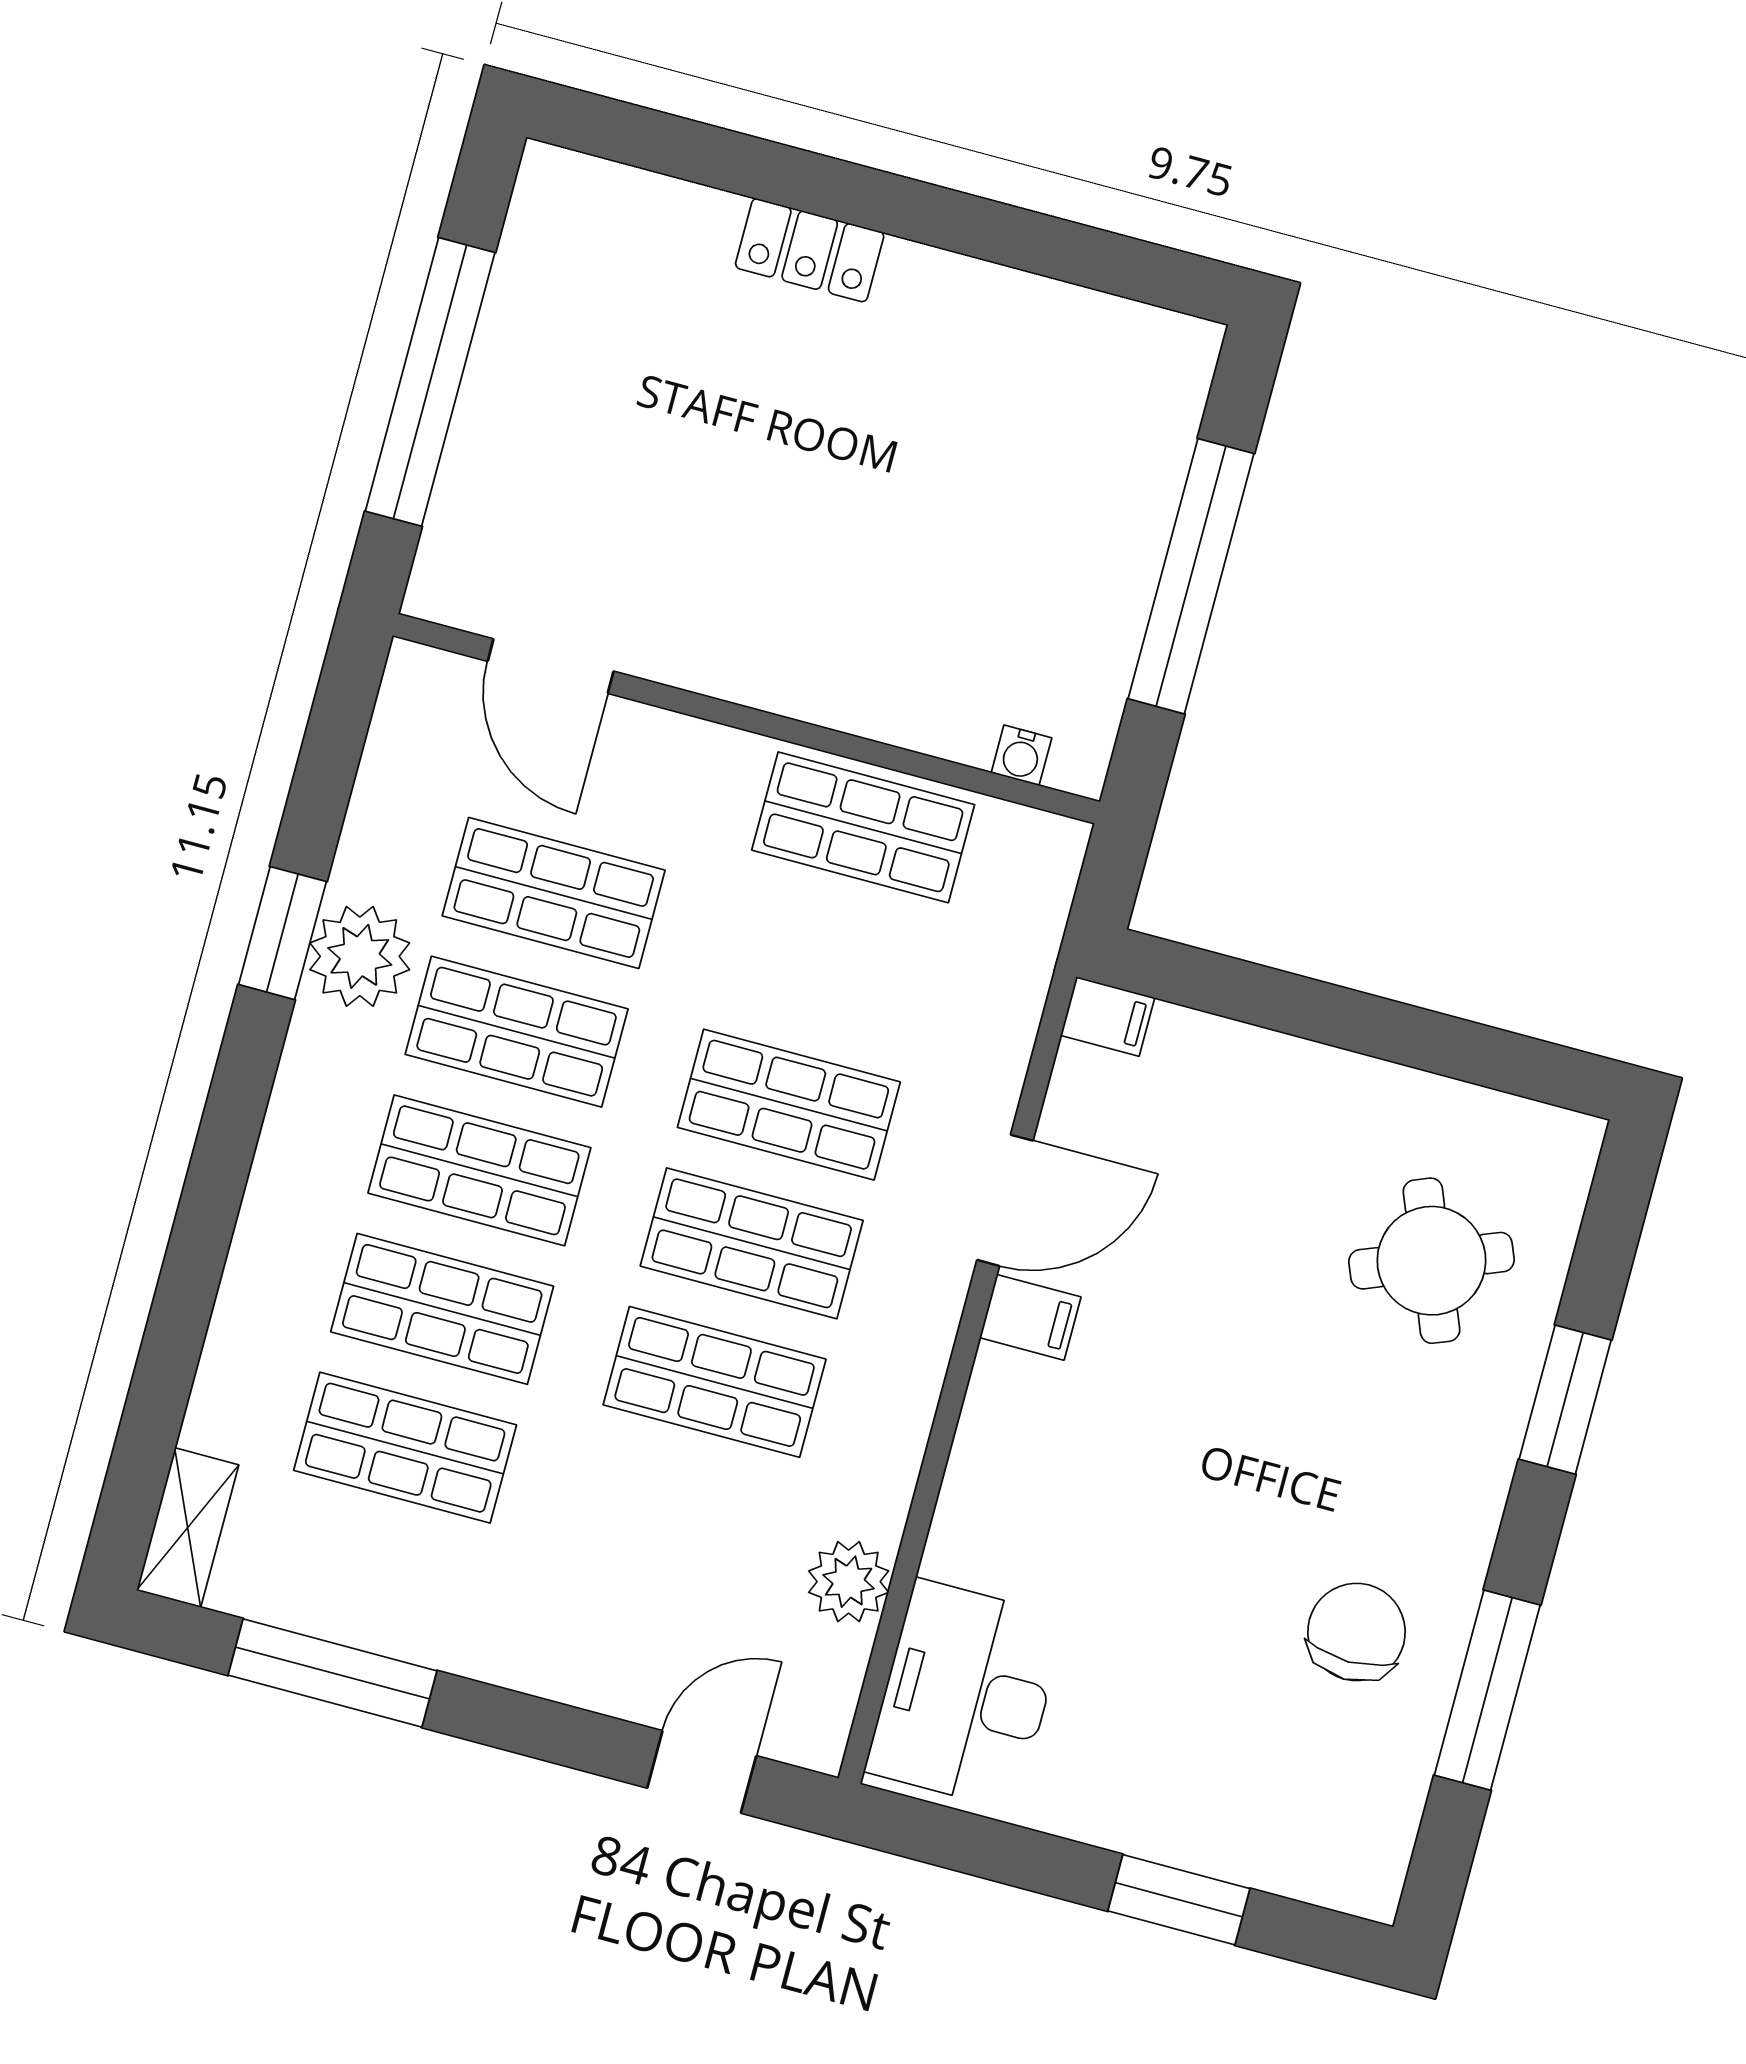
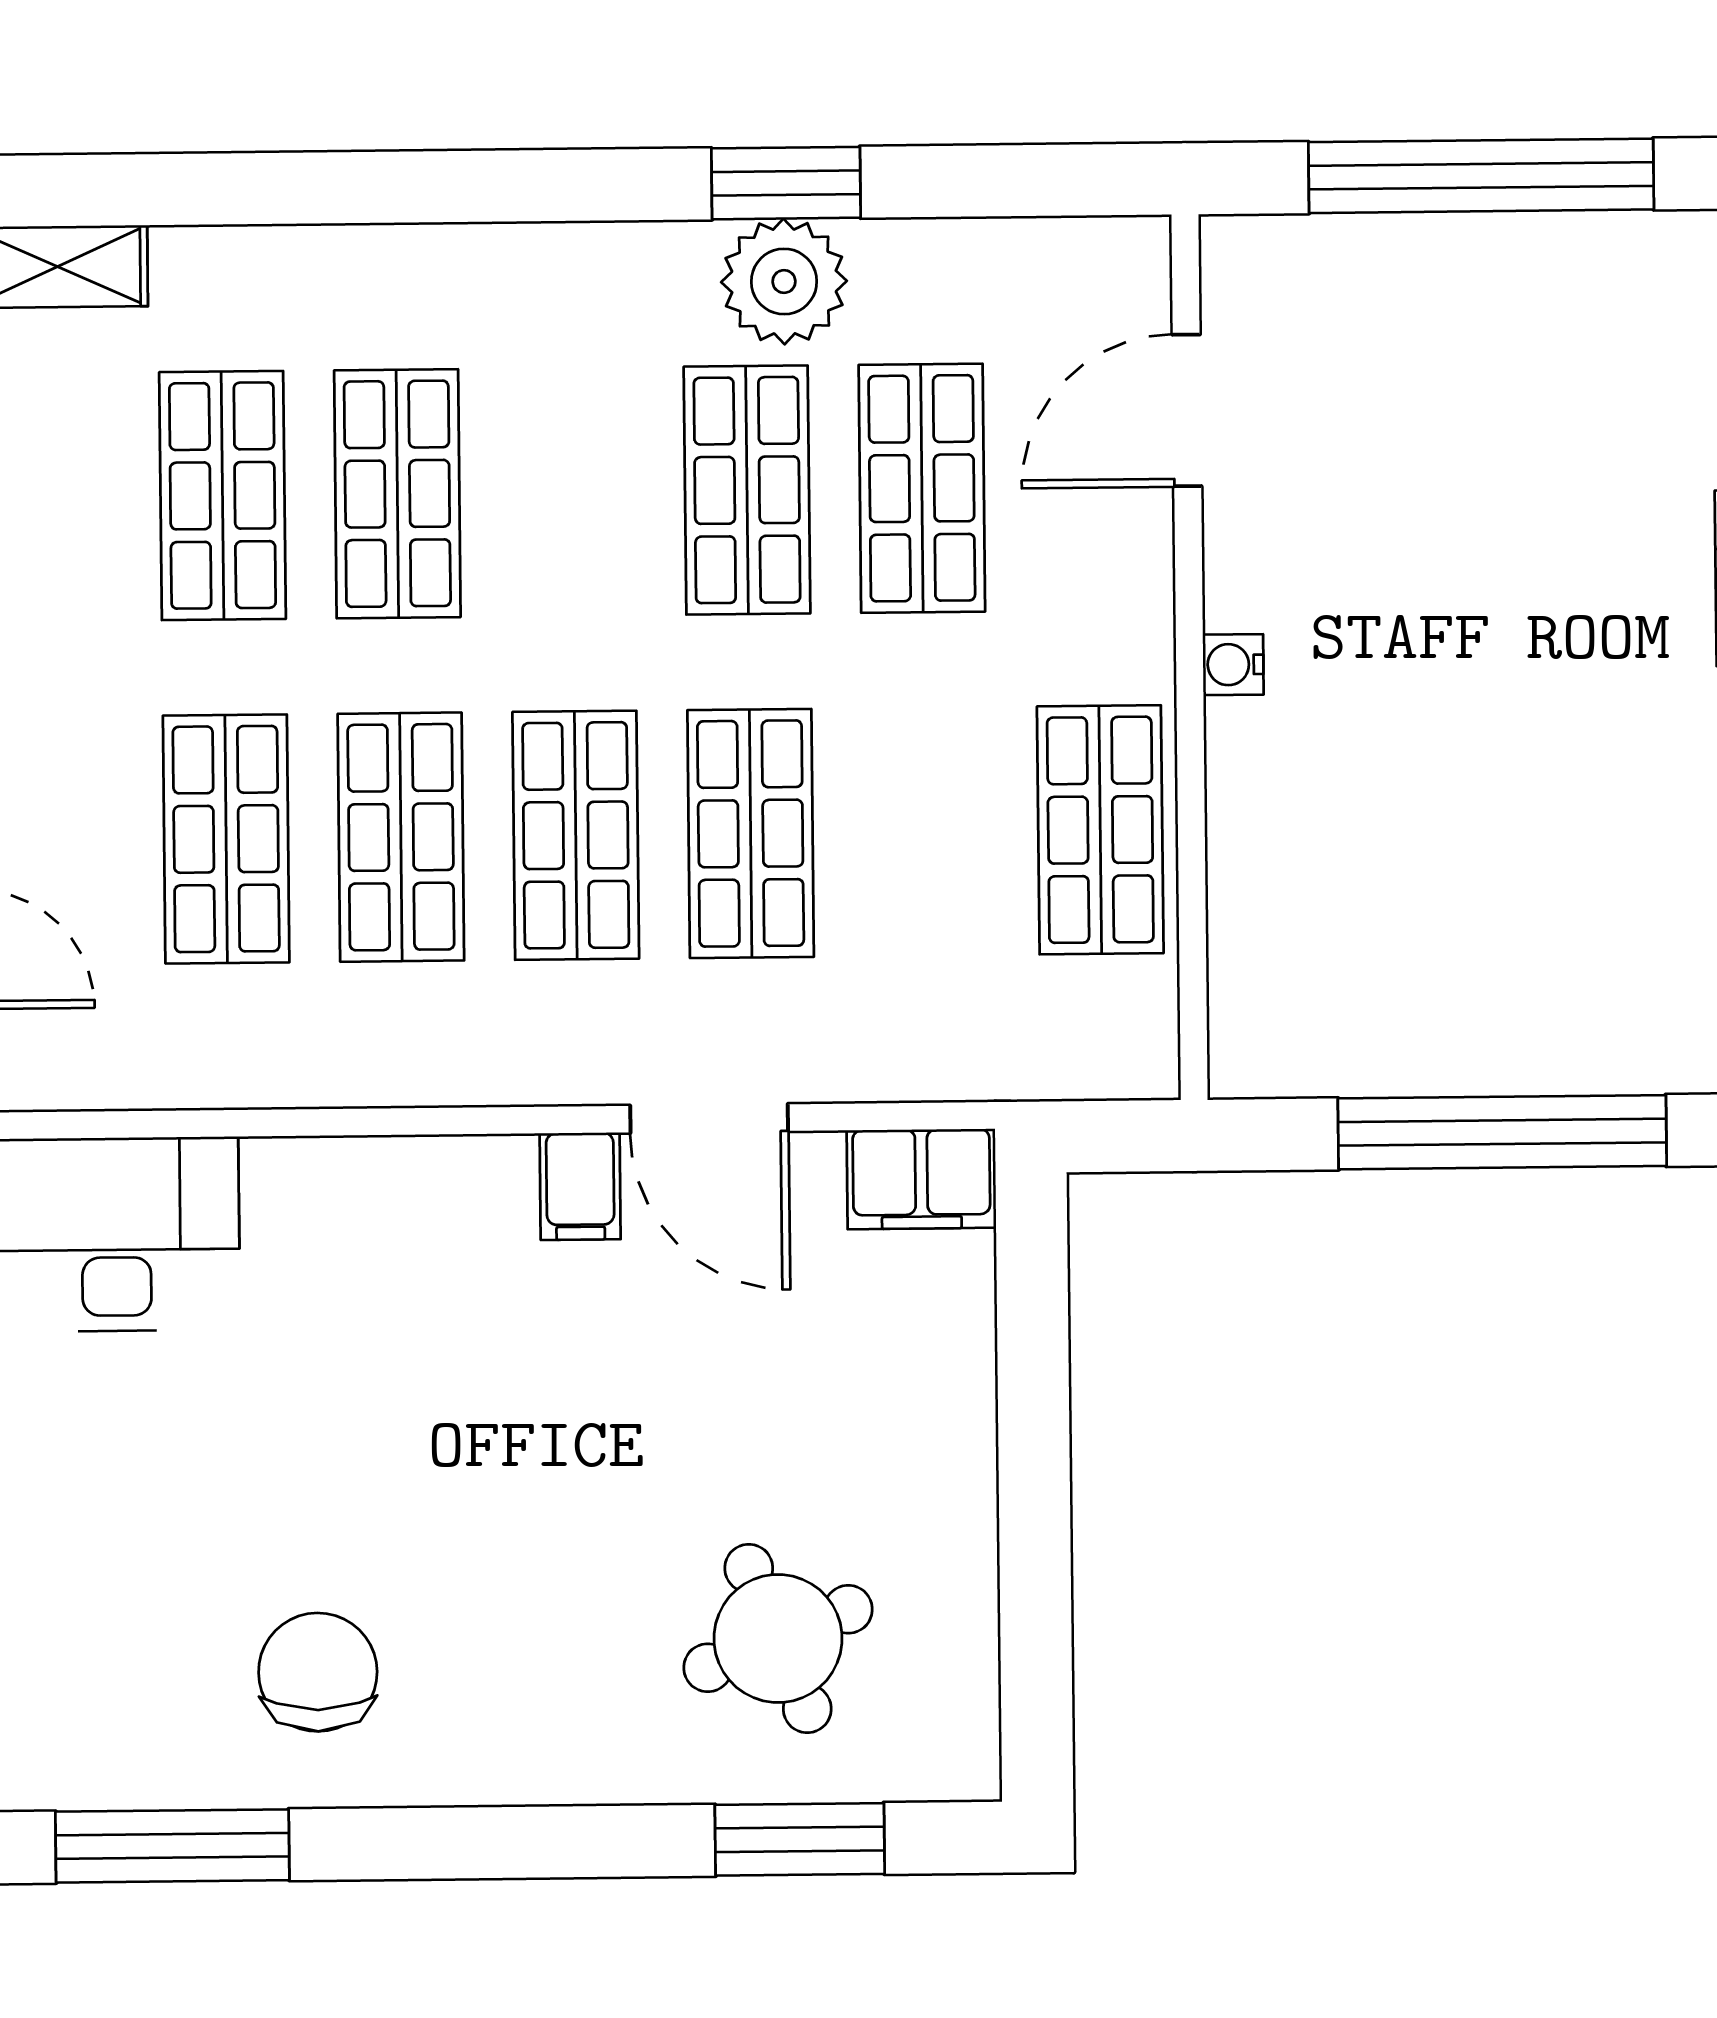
water cooler: (1021, 755) -> (1233, 665), moved
filing cabinet: (1108, 1016) -> (921, 1179), width x2.00
shop shelf: (479, 1170) -> (226, 839), moved
window: (1565, 1400) -> (800, 1839), moved
plant: (849, 1582) -> (211, 1060), removed
chair: (1357, 1632) -> (318, 1672), turned -90
window: (1487, 1690) -> (172, 1846), moved

